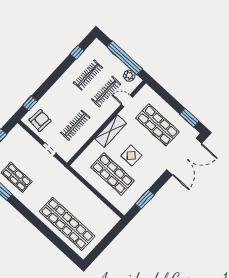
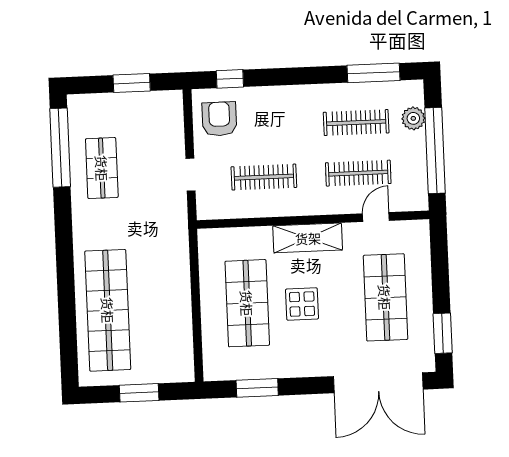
window: (77, 52) -> (373, 73), width x2.17
plant: (129, 76) -> (413, 118), moved
door: (127, 101) -> (376, 217), hinge flipped
armchair: (40, 120) -> (219, 119), turned -95
window: (106, 241) -> (139, 393), added

